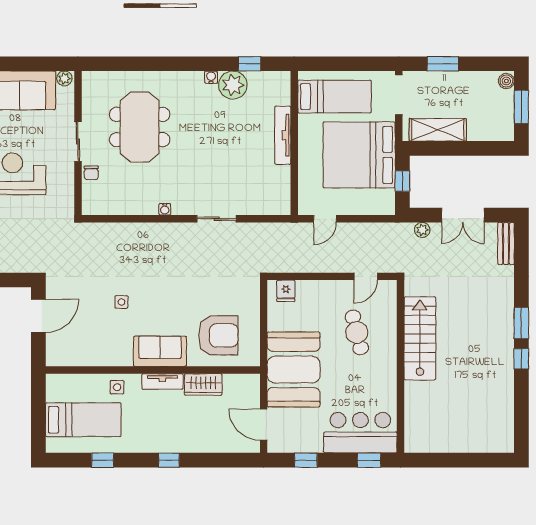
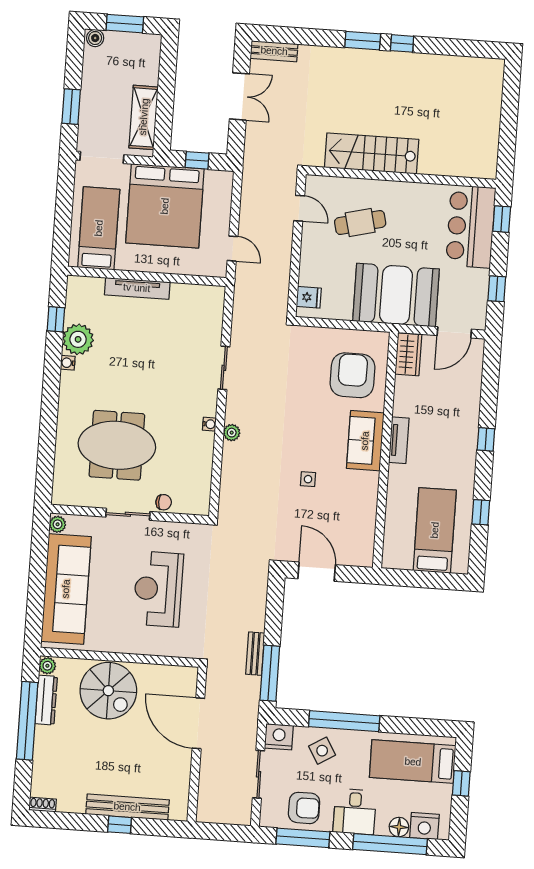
plant: (422, 230) -> (232, 433), moved
wardrobe: (203, 385) -> (408, 354), moved
side table: (117, 387) -> (401, 491), removed

